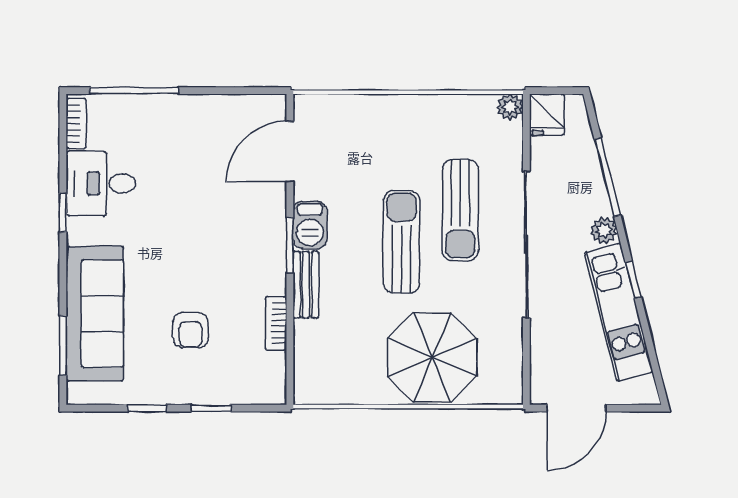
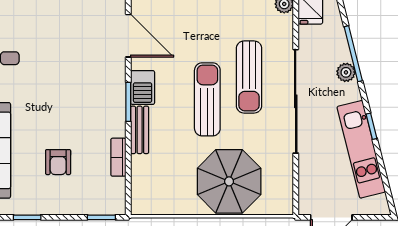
door: (290, 152) -> (128, 36), swing flipped
plant: (604, 231) -> (346, 72), moved
window: (211, 408) -> (101, 217), moved

